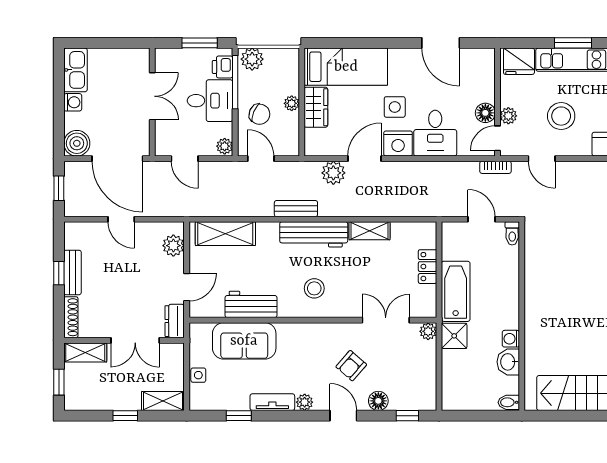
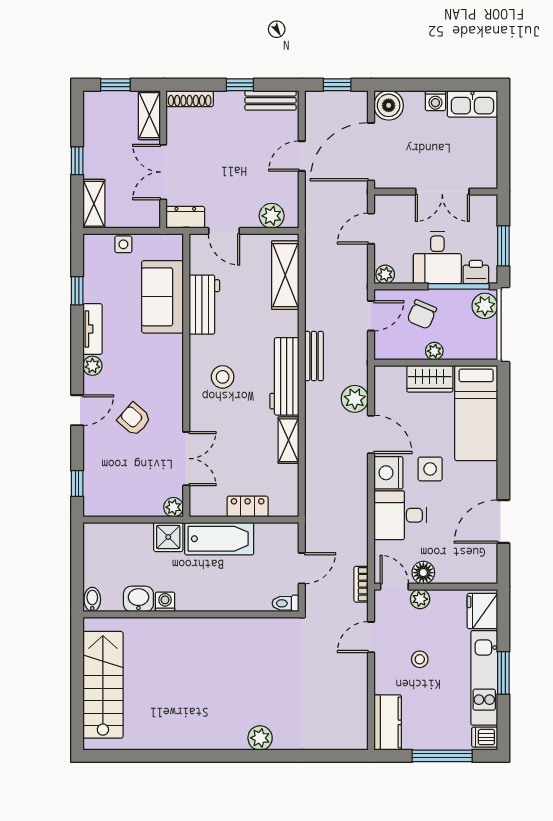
stool: (561, 116) -> (420, 659), width x0.53, depth x0.53
bench: (72, 272) -> (271, 100), moved
floor lamp: (378, 401) -> (94, 450), removed

